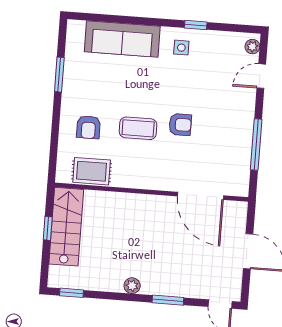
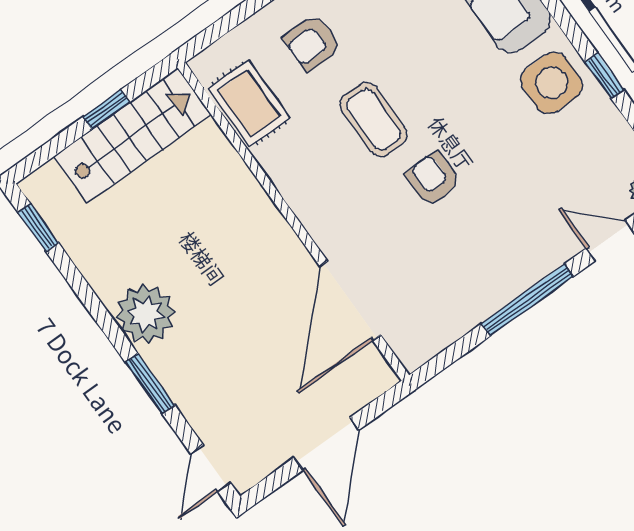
side table: (181, 48) -> (552, 83), width x1.87, depth x1.87
armchair: (180, 125) -> (433, 179), turned 180
window: (256, 145) -> (527, 300), moved
plant: (132, 286) -> (146, 314), width x1.87, depth x1.87

